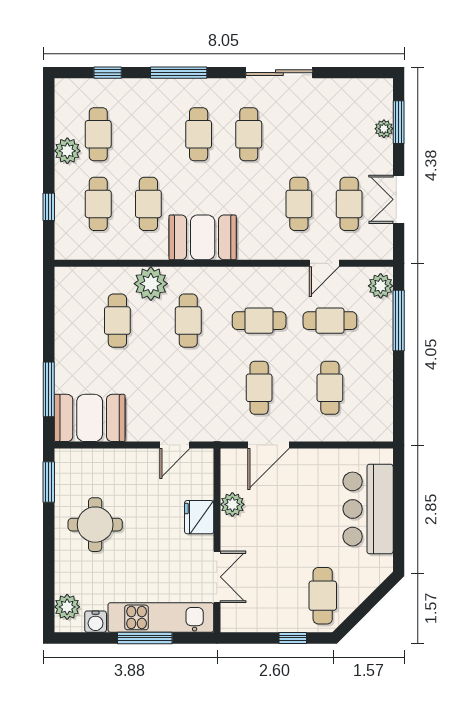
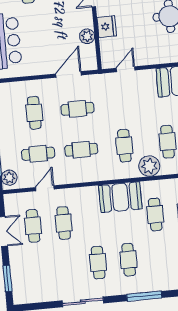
plant: (384, 129) -> (16, 274), removed
cafe table: (259, 388) -> (77, 109), turned 90

